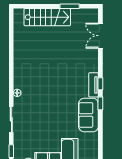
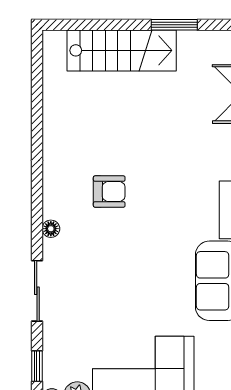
armchair: (42, 77) -> (109, 192), added

